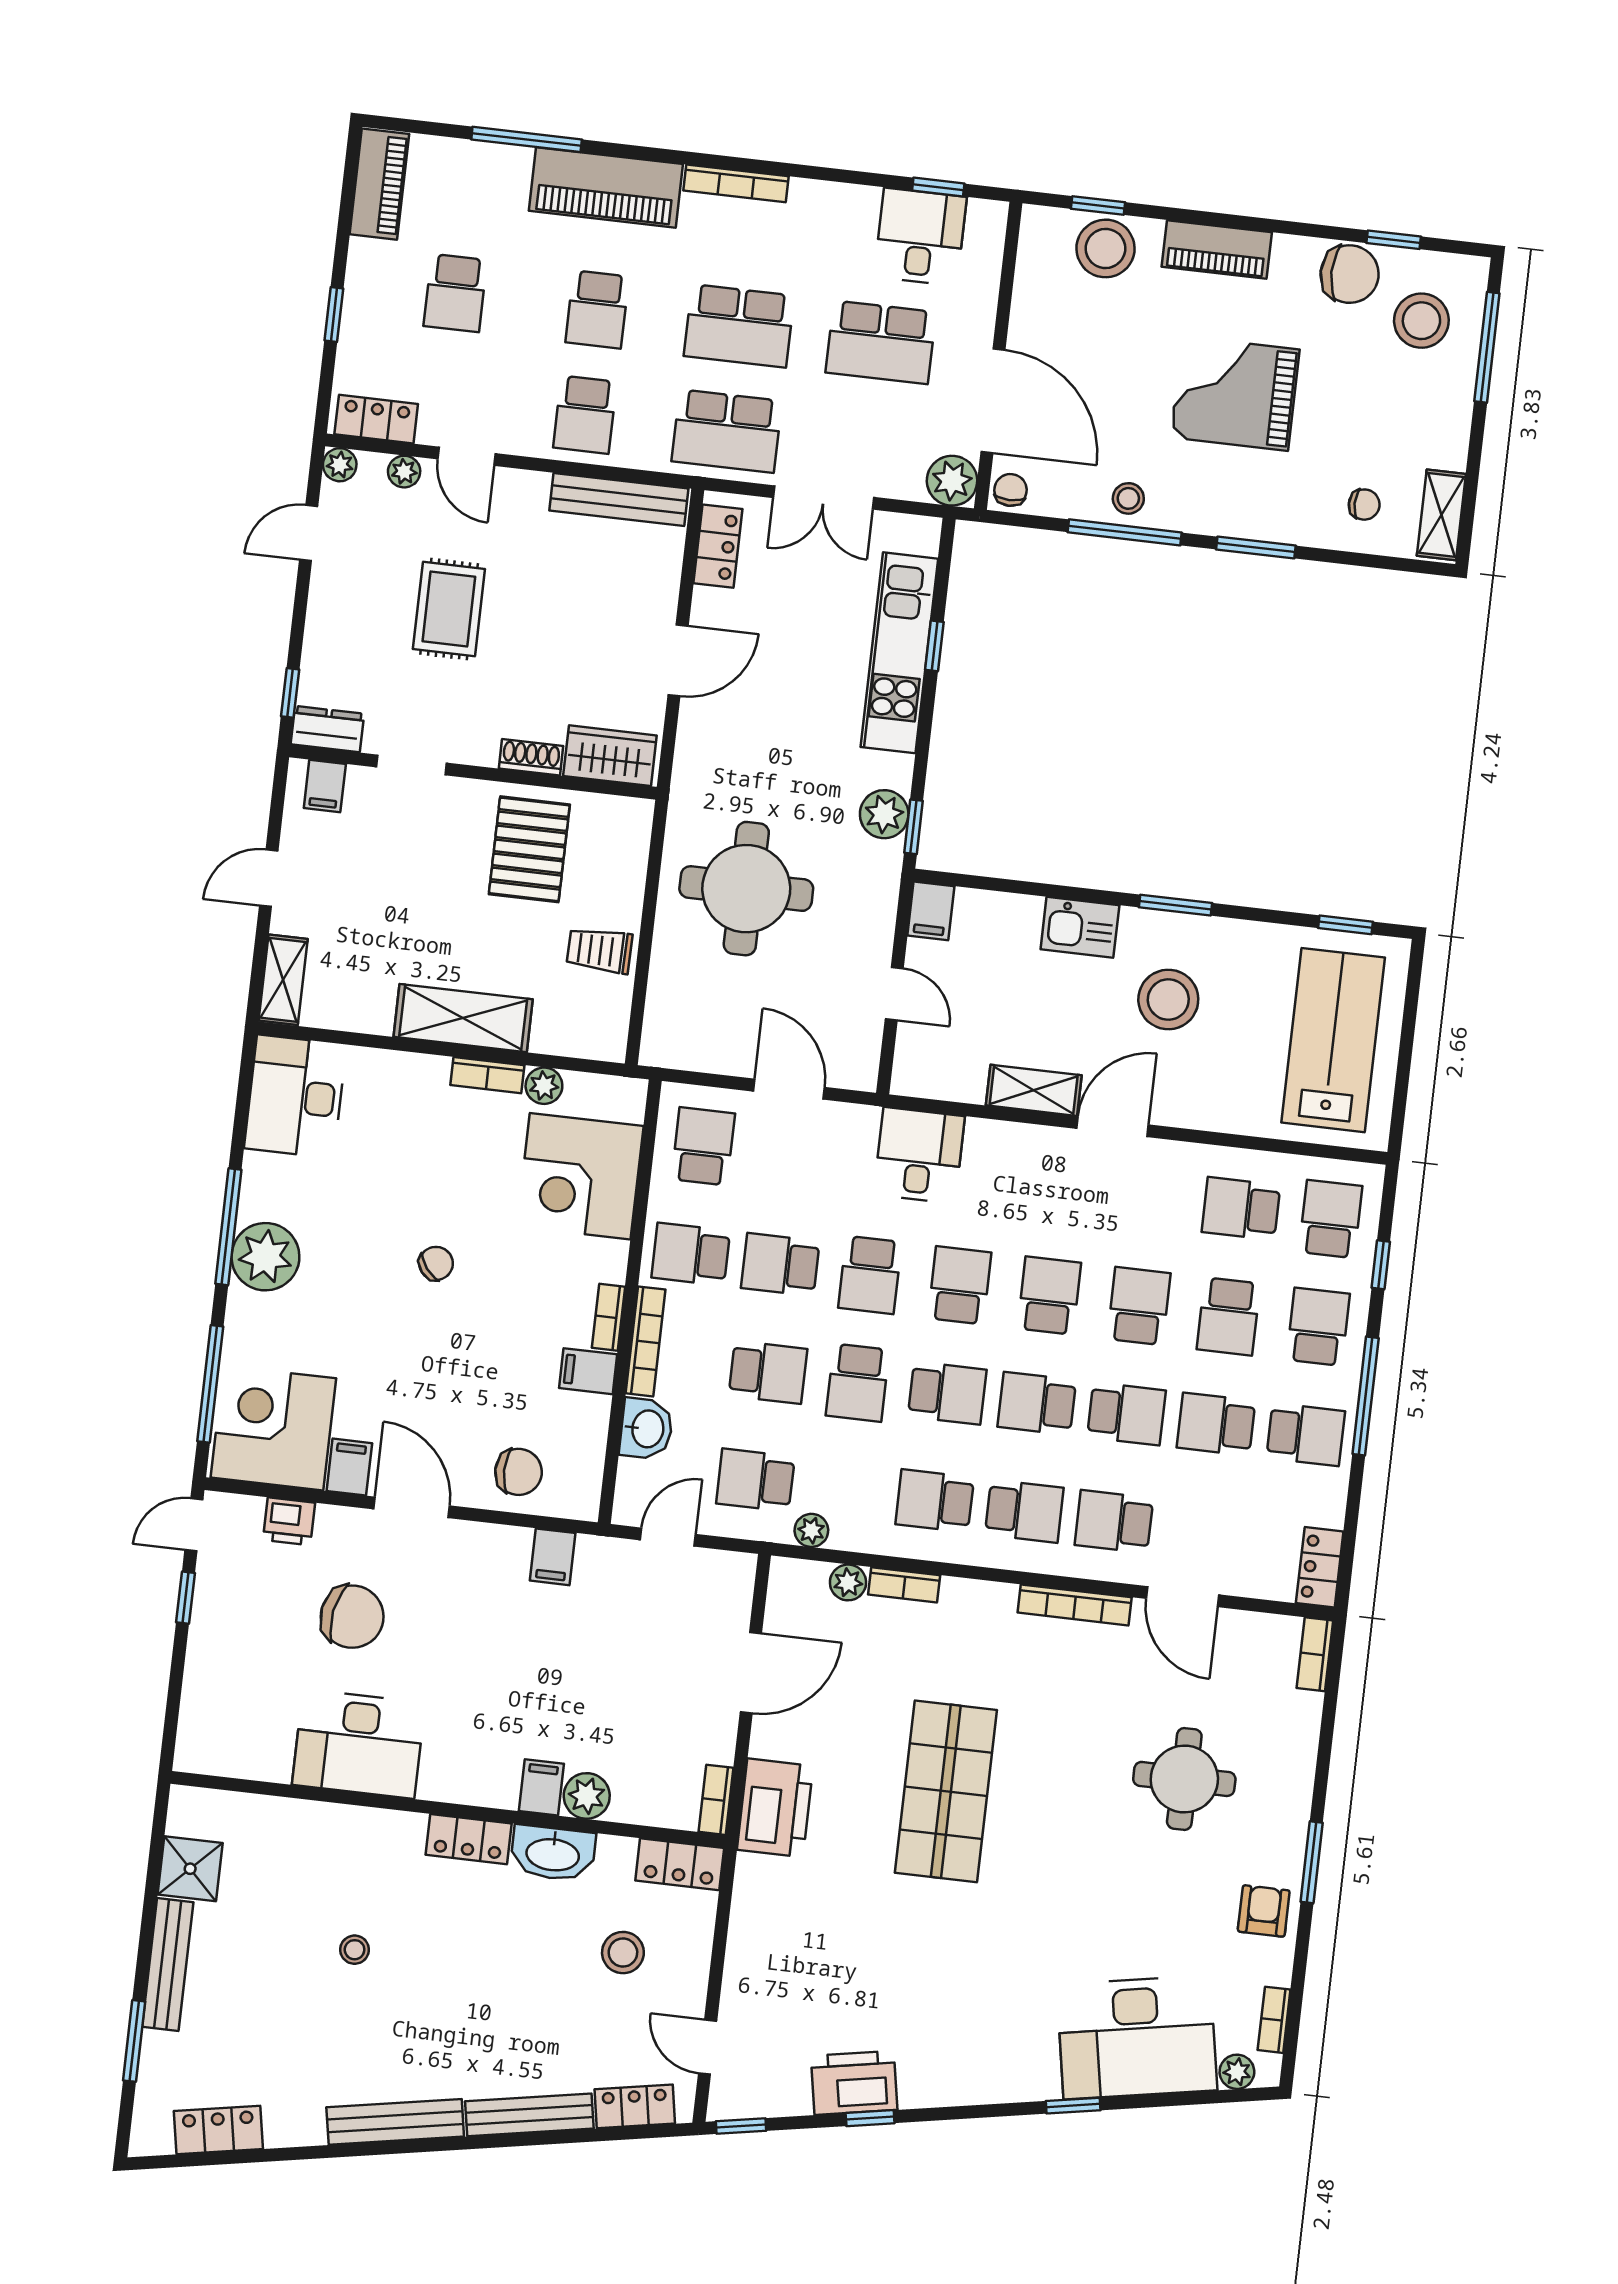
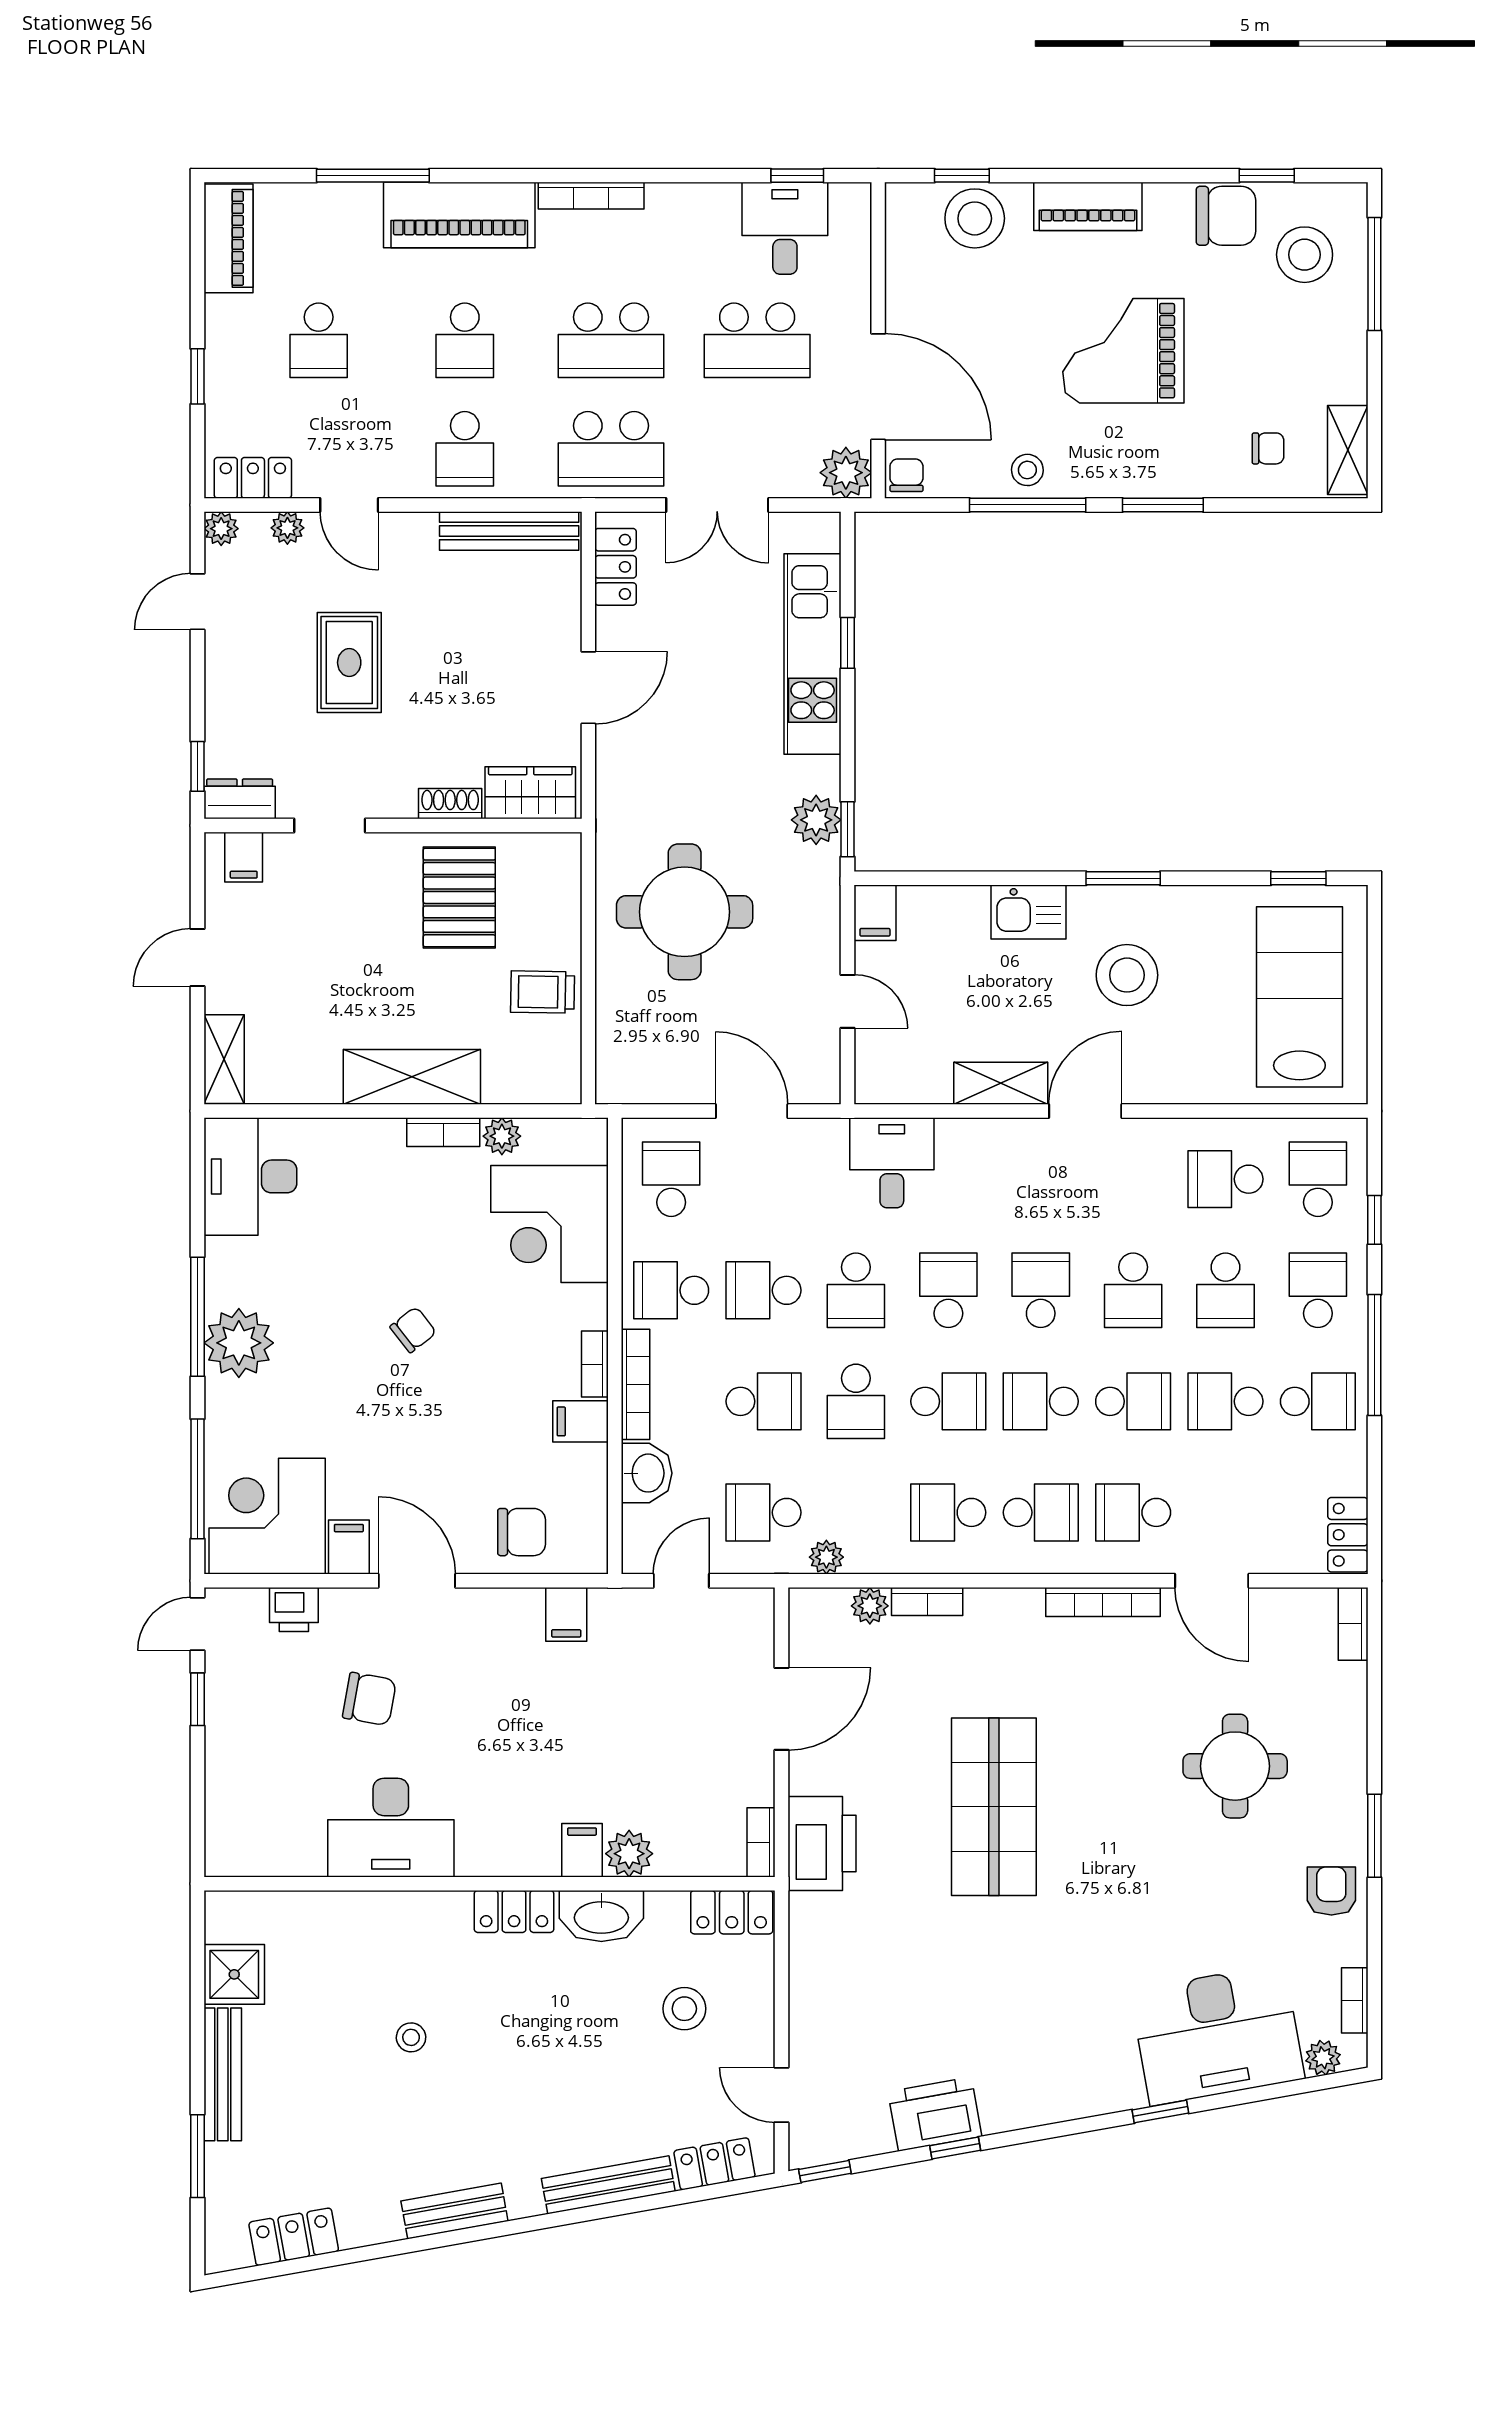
school desk: (1139, 1306) -> (1133, 1290), turned 180
chair: (352, 1617) -> (369, 1699), width x0.73, depth x0.73
bench: (395, 2122) -> (454, 2211), width x0.73

